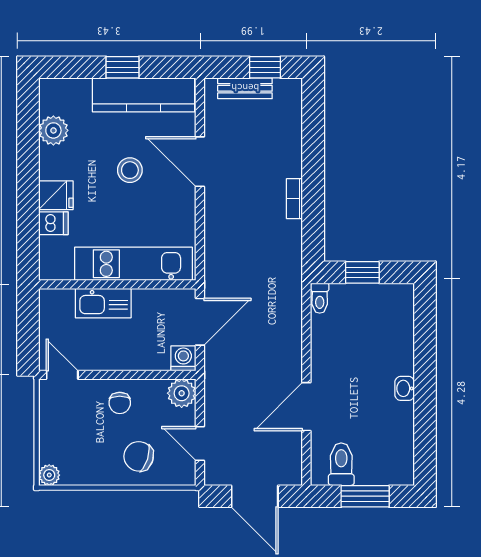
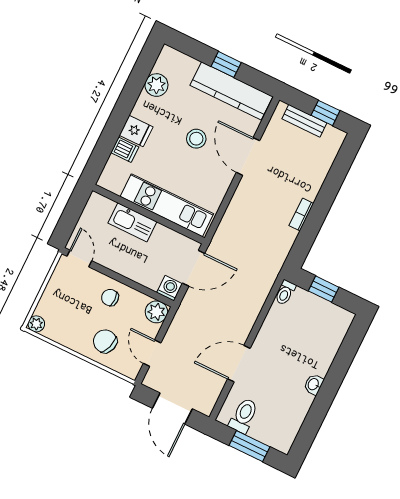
chair: (120, 403) -> (110, 298), turned 90

